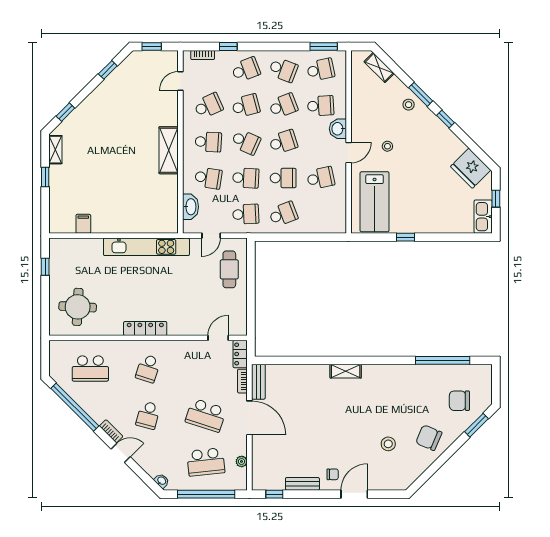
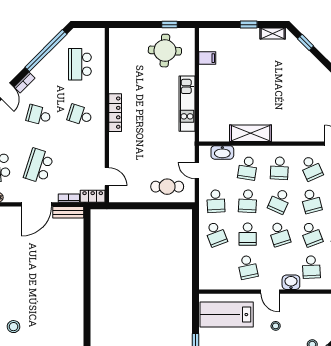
shelving: (169, 150) -> (251, 133), moved
kitchen unit: (146, 247) -> (187, 104), width x0.73
round table: (78, 307) -> (165, 51), moved
shelving: (346, 371) -> (78, 289), removed

